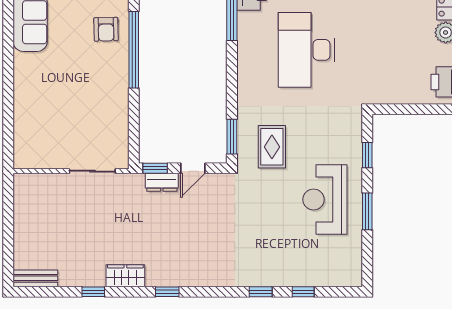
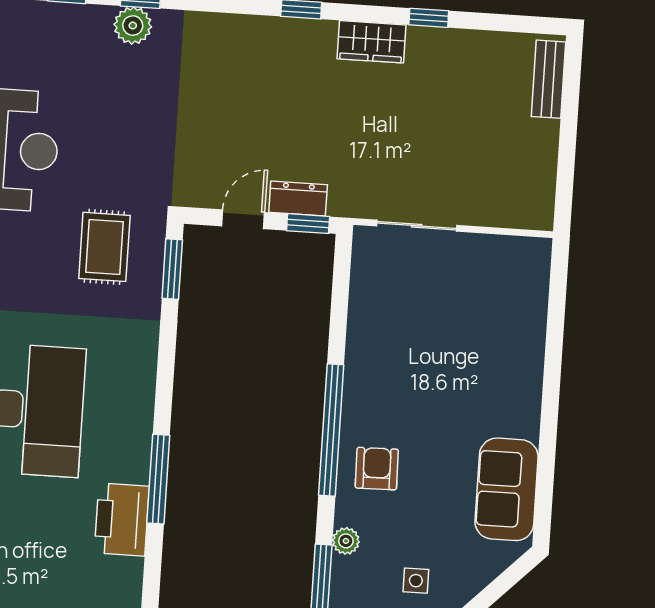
plant: (264, 276) -> (133, 26), added
bench: (35, 278) -> (548, 79), moved, turned 90

